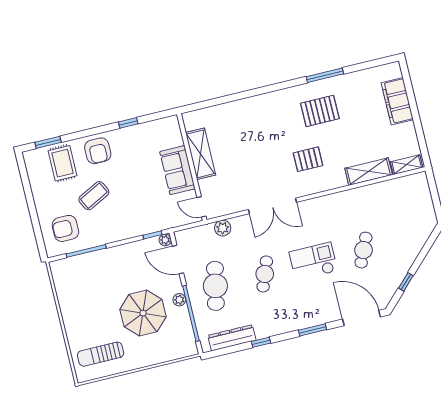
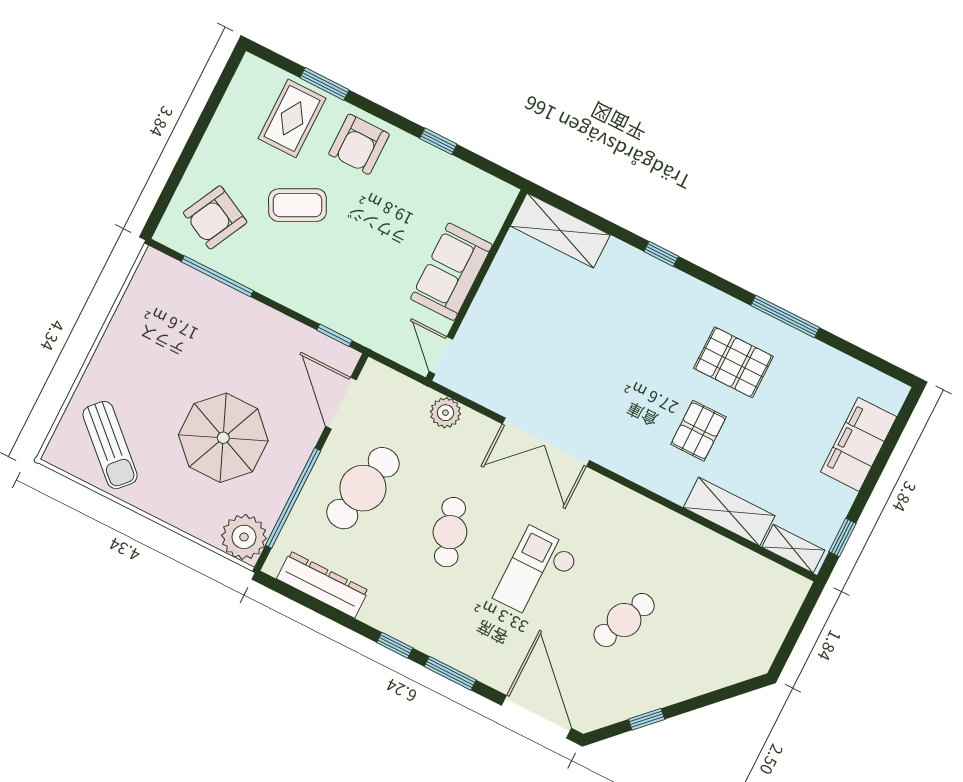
window: (255, 92) -> (661, 254), added
window: (48, 142) -> (325, 84), moved
window: (422, 144) -> (842, 537), added
shelving: (201, 154) -> (560, 230), moved, turned 90
pallet: (308, 159) -> (698, 431), moved, turned 90
armchair: (65, 228) -> (215, 217), turned -63
plant: (165, 240) -> (347, 358), removed
checkout: (313, 261) -> (536, 574), turned -90
cafe table: (265, 274) -> (450, 532), turned -39
plant: (179, 300) -> (244, 537), moved, width x1.87, depth x1.87
window: (261, 342) -> (395, 645), moved
sun lounger: (101, 354) -> (110, 445), turned -137

